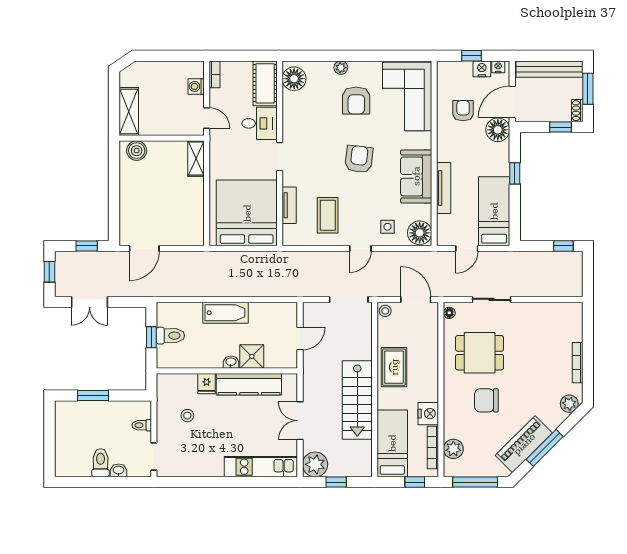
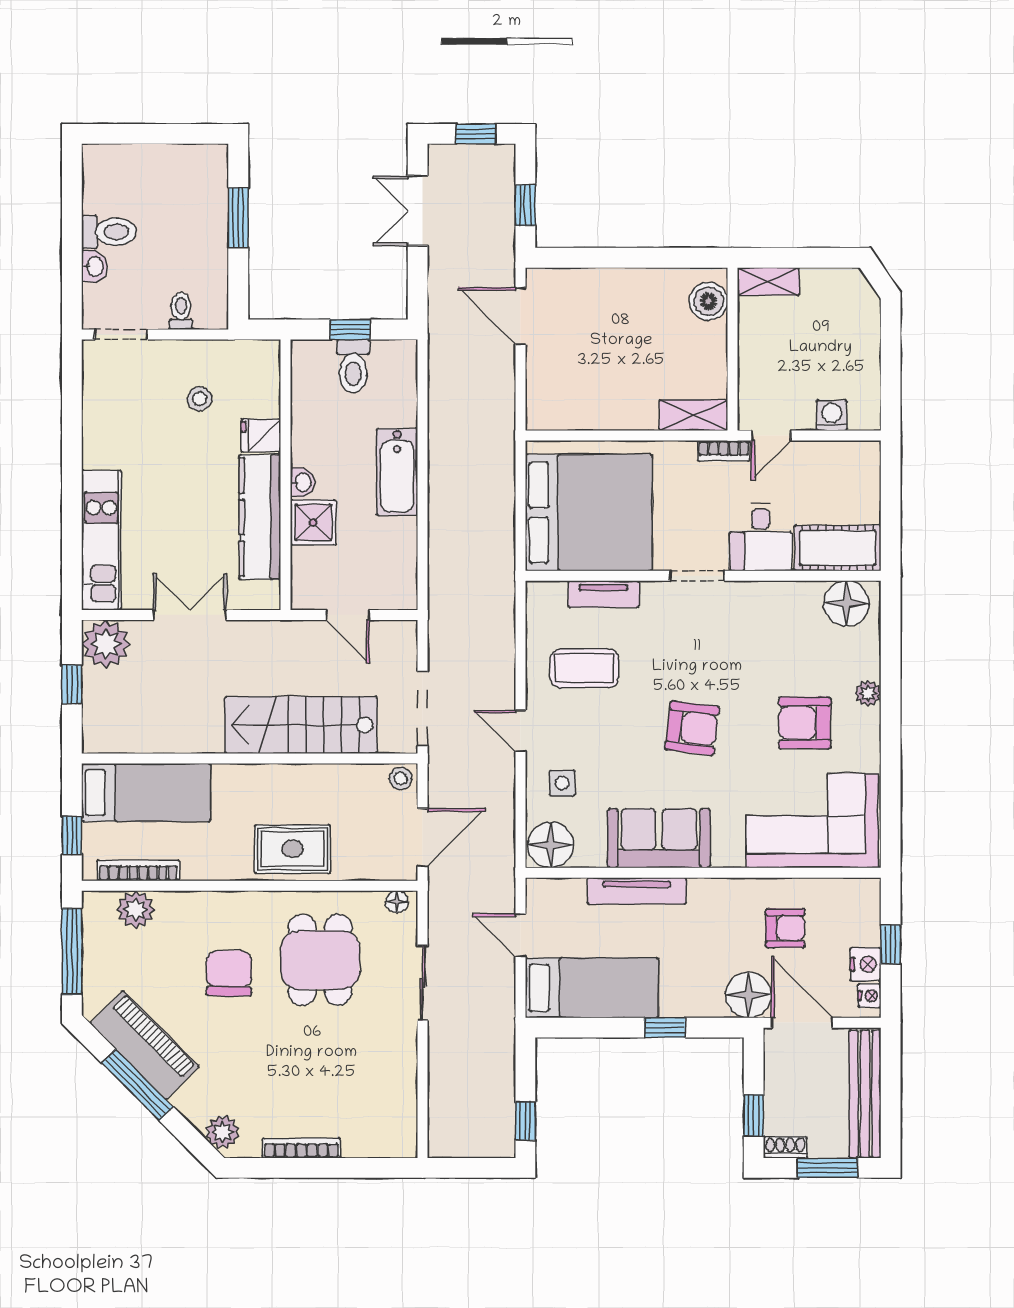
bookcase: (215, 74) -> (724, 451), moved
shelving: (129, 111) -> (768, 281), width x0.67, depth x0.75
rug: (394, 367) -> (292, 849), moved
stairs: (357, 400) -> (301, 725), moved
nightstand: (428, 414) -> (203, 861), removed

